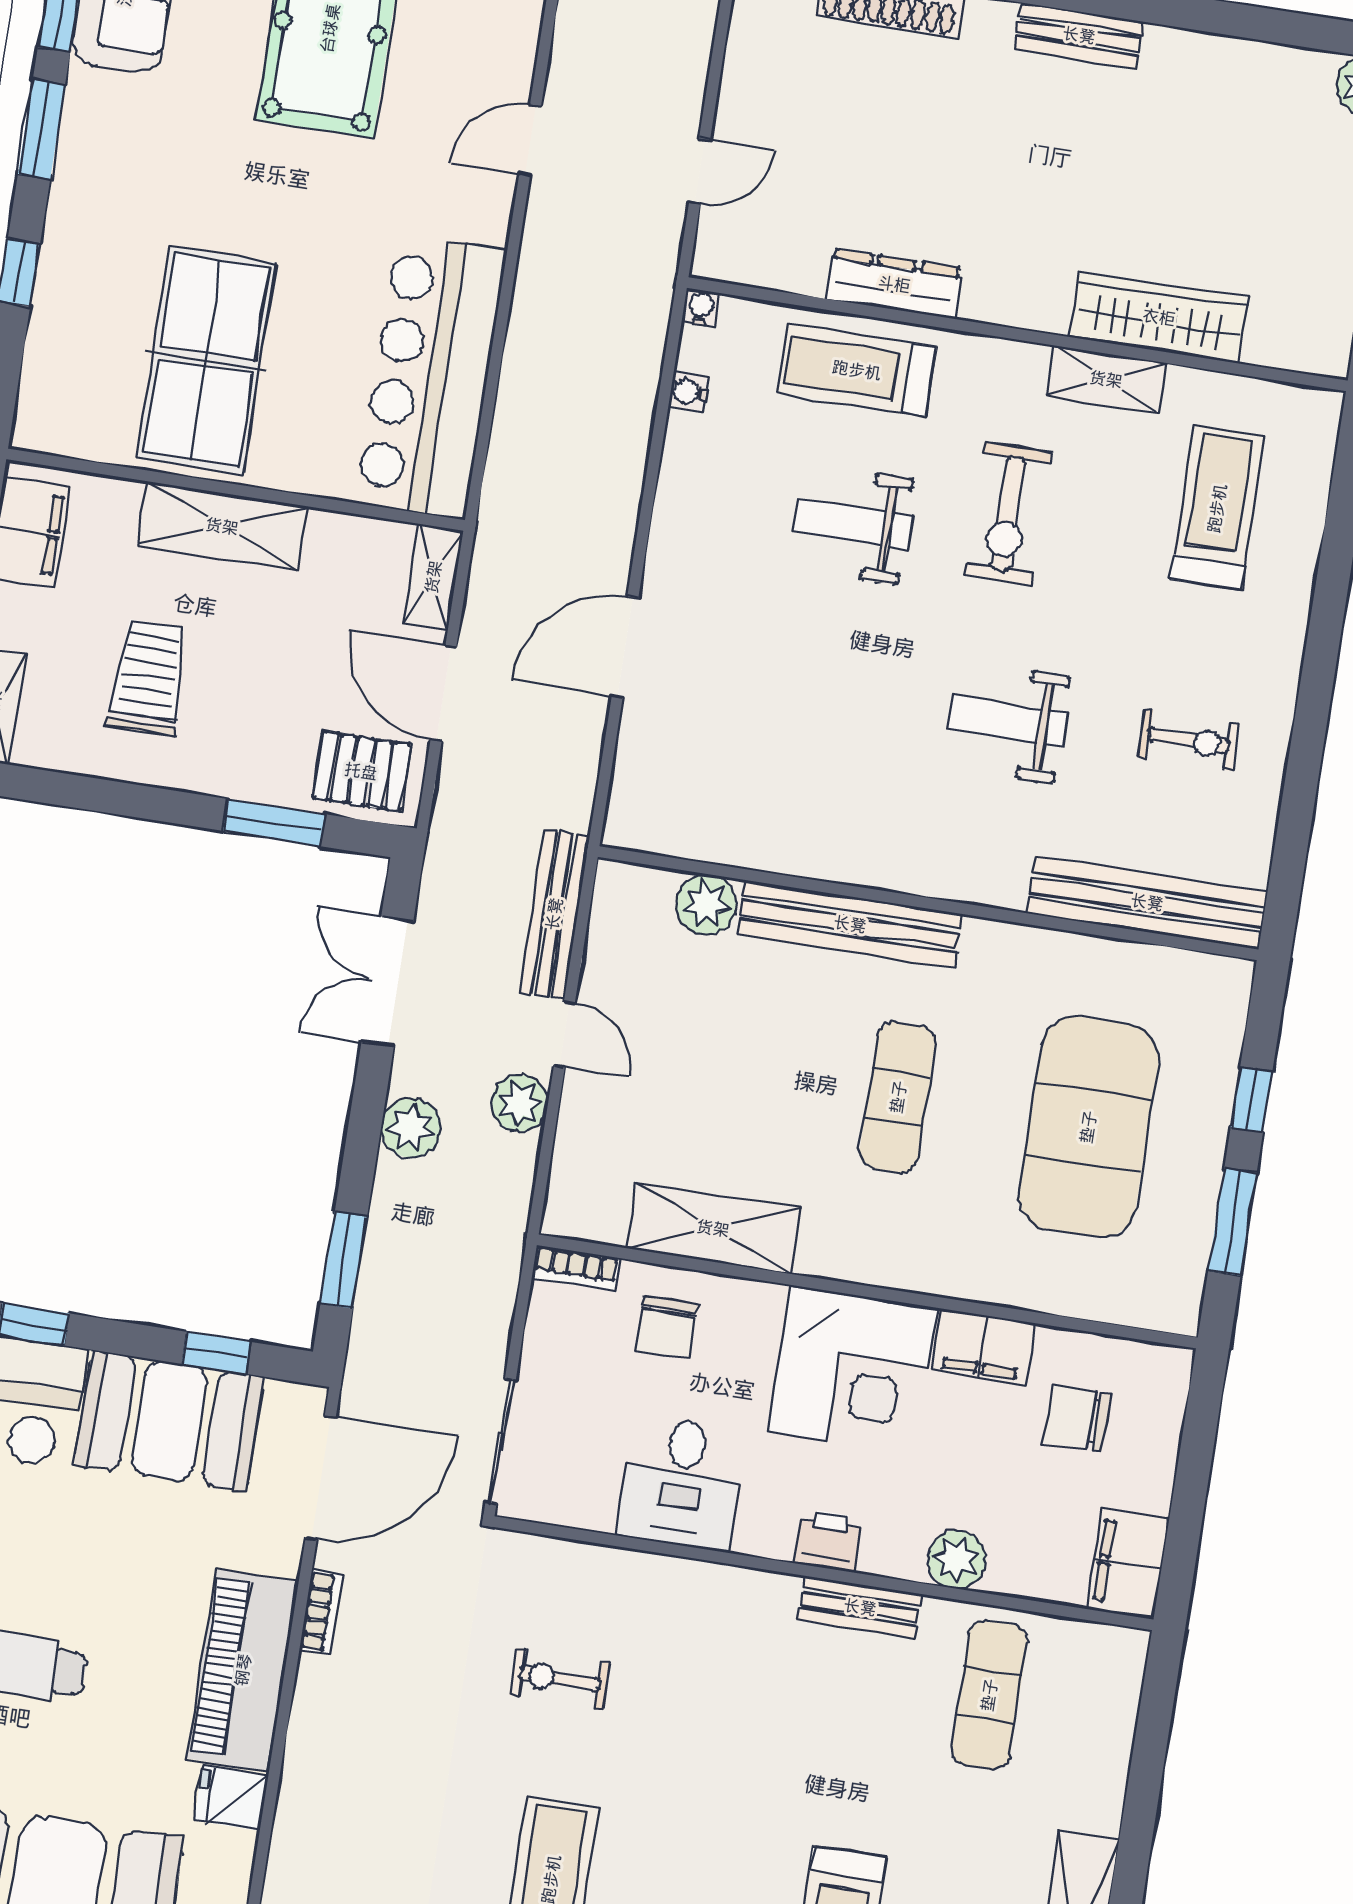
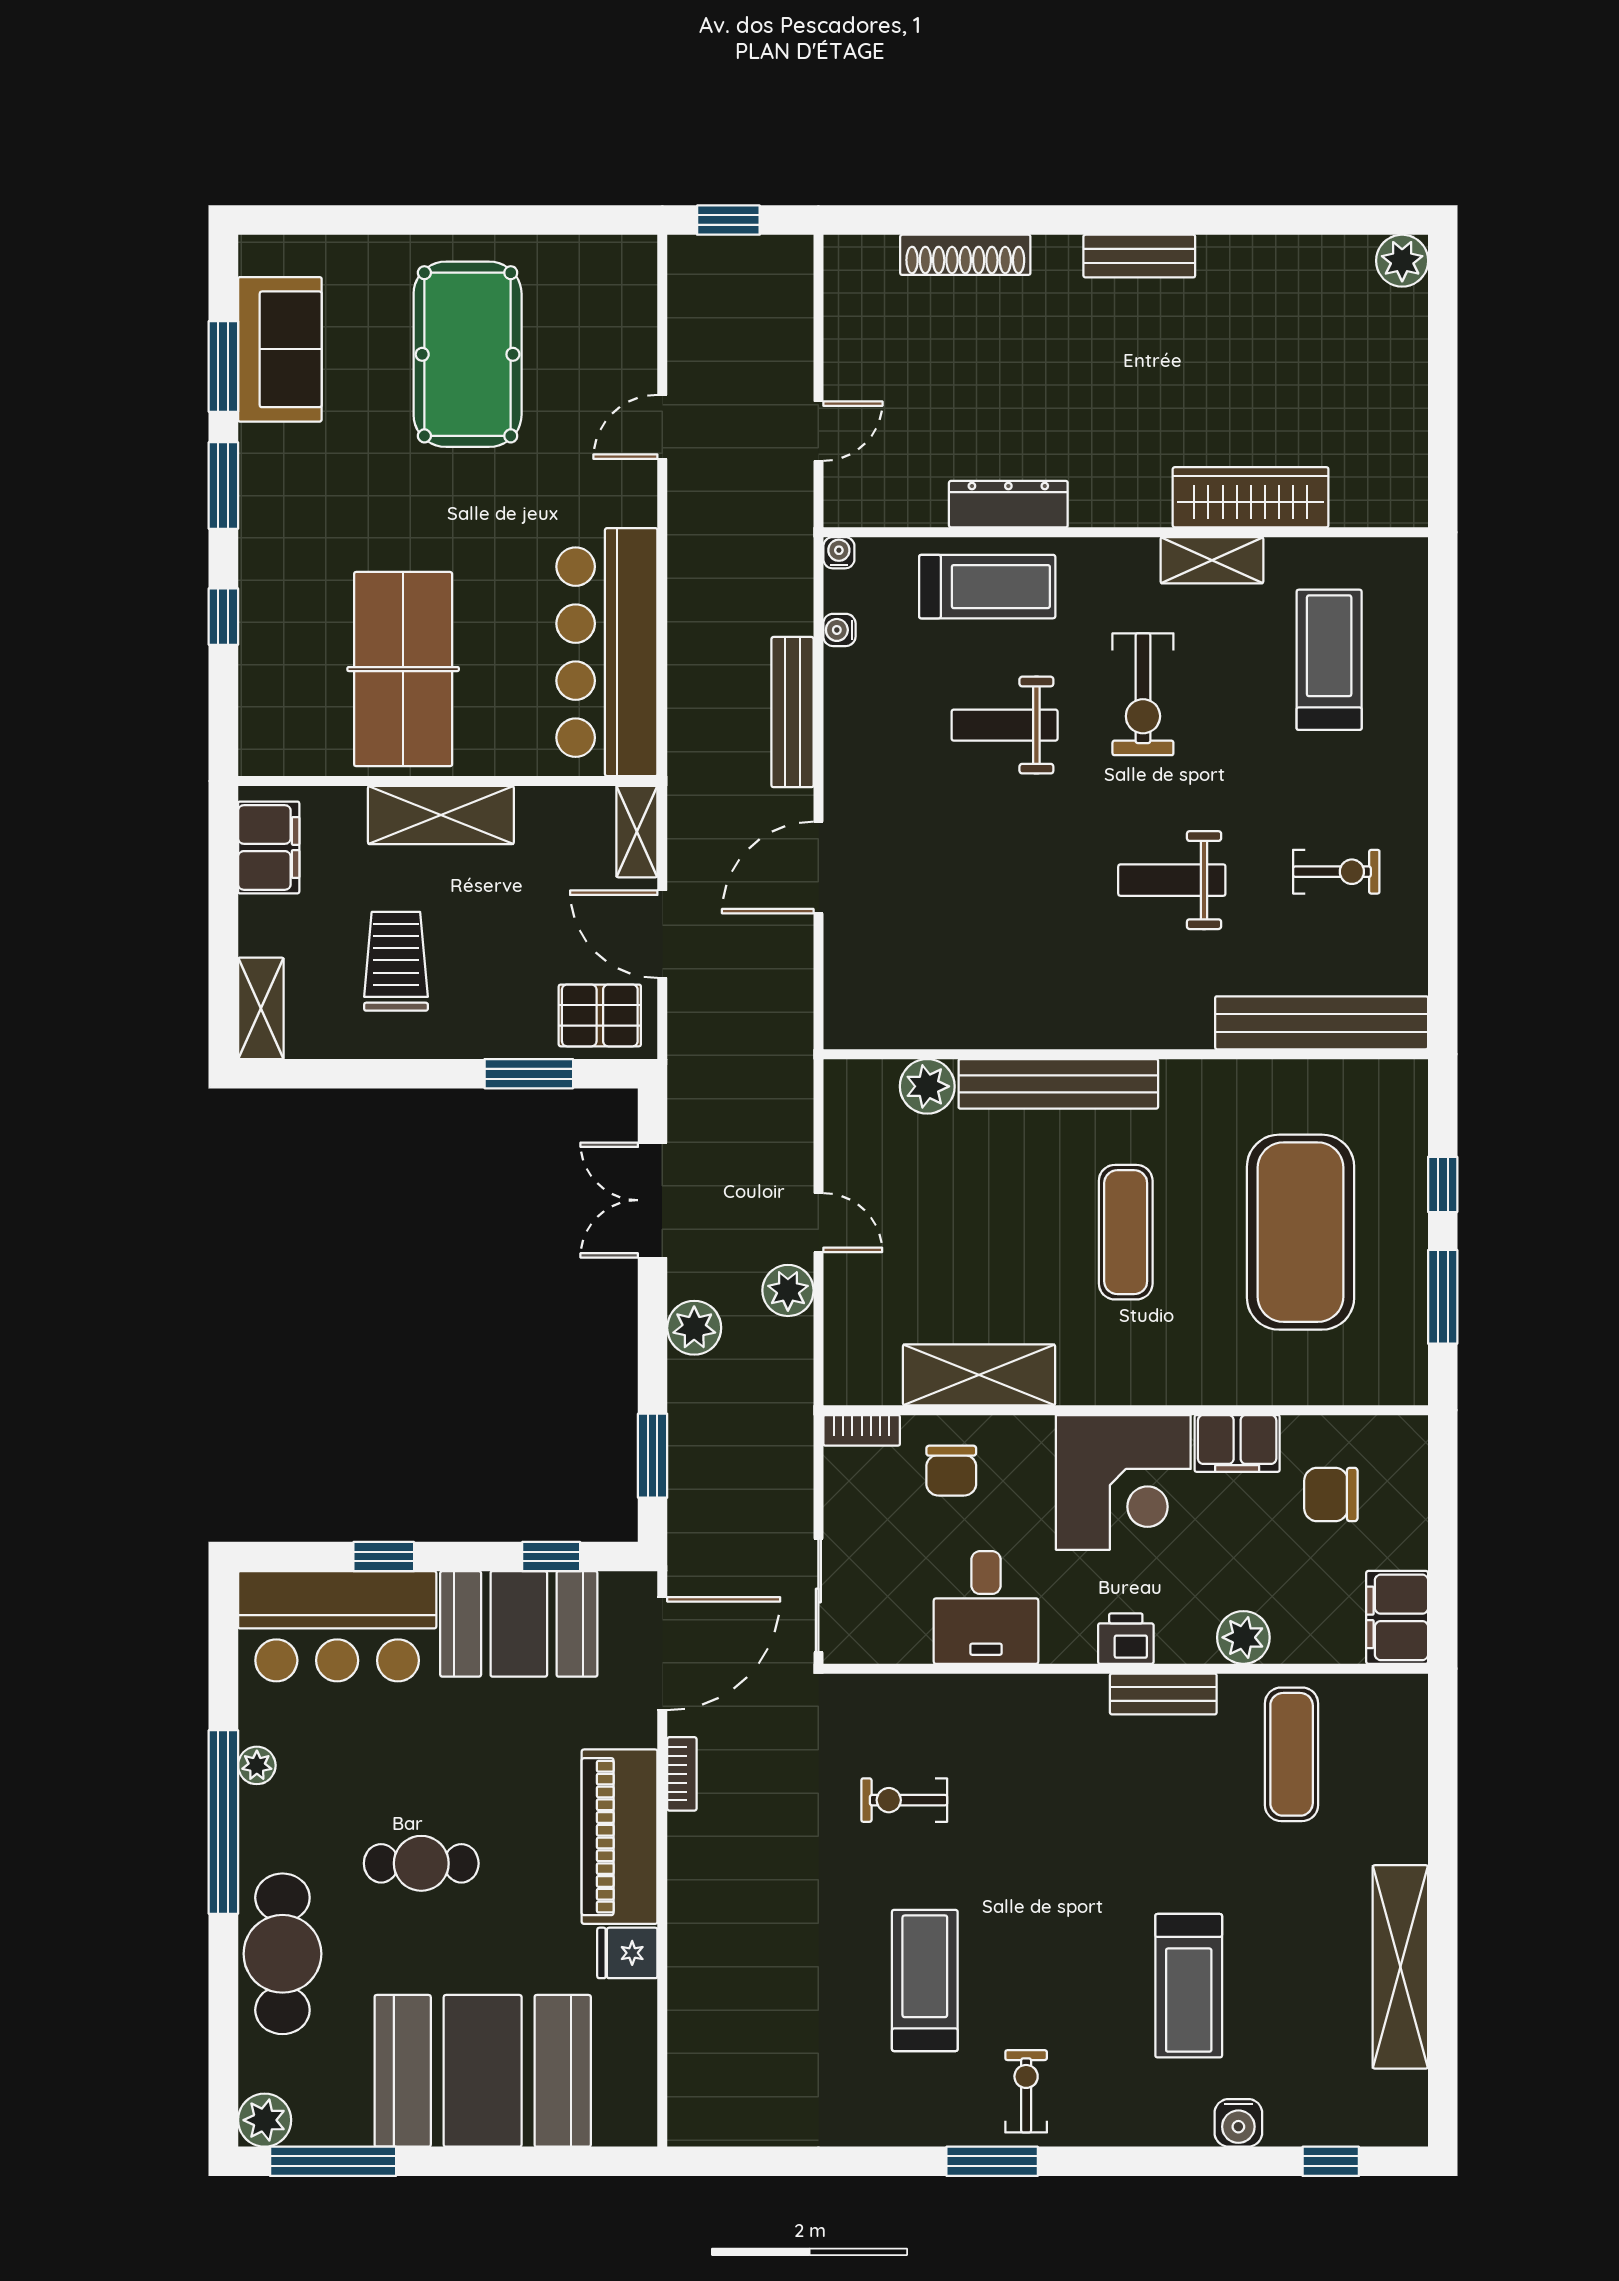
treadmill: (857, 370) -> (987, 587), turned 180
bench: (554, 914) -> (792, 712), moved

